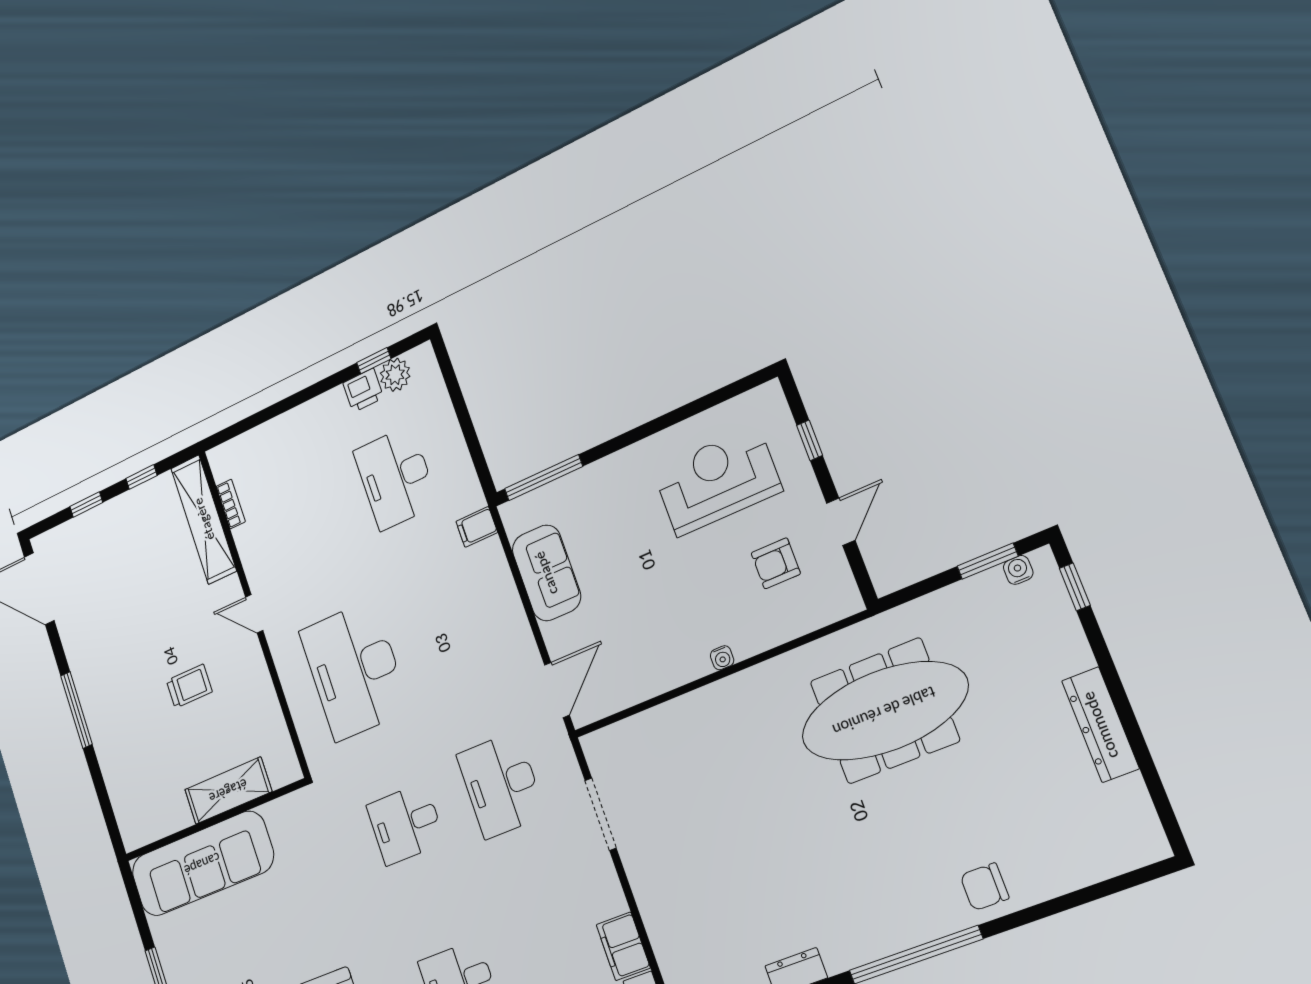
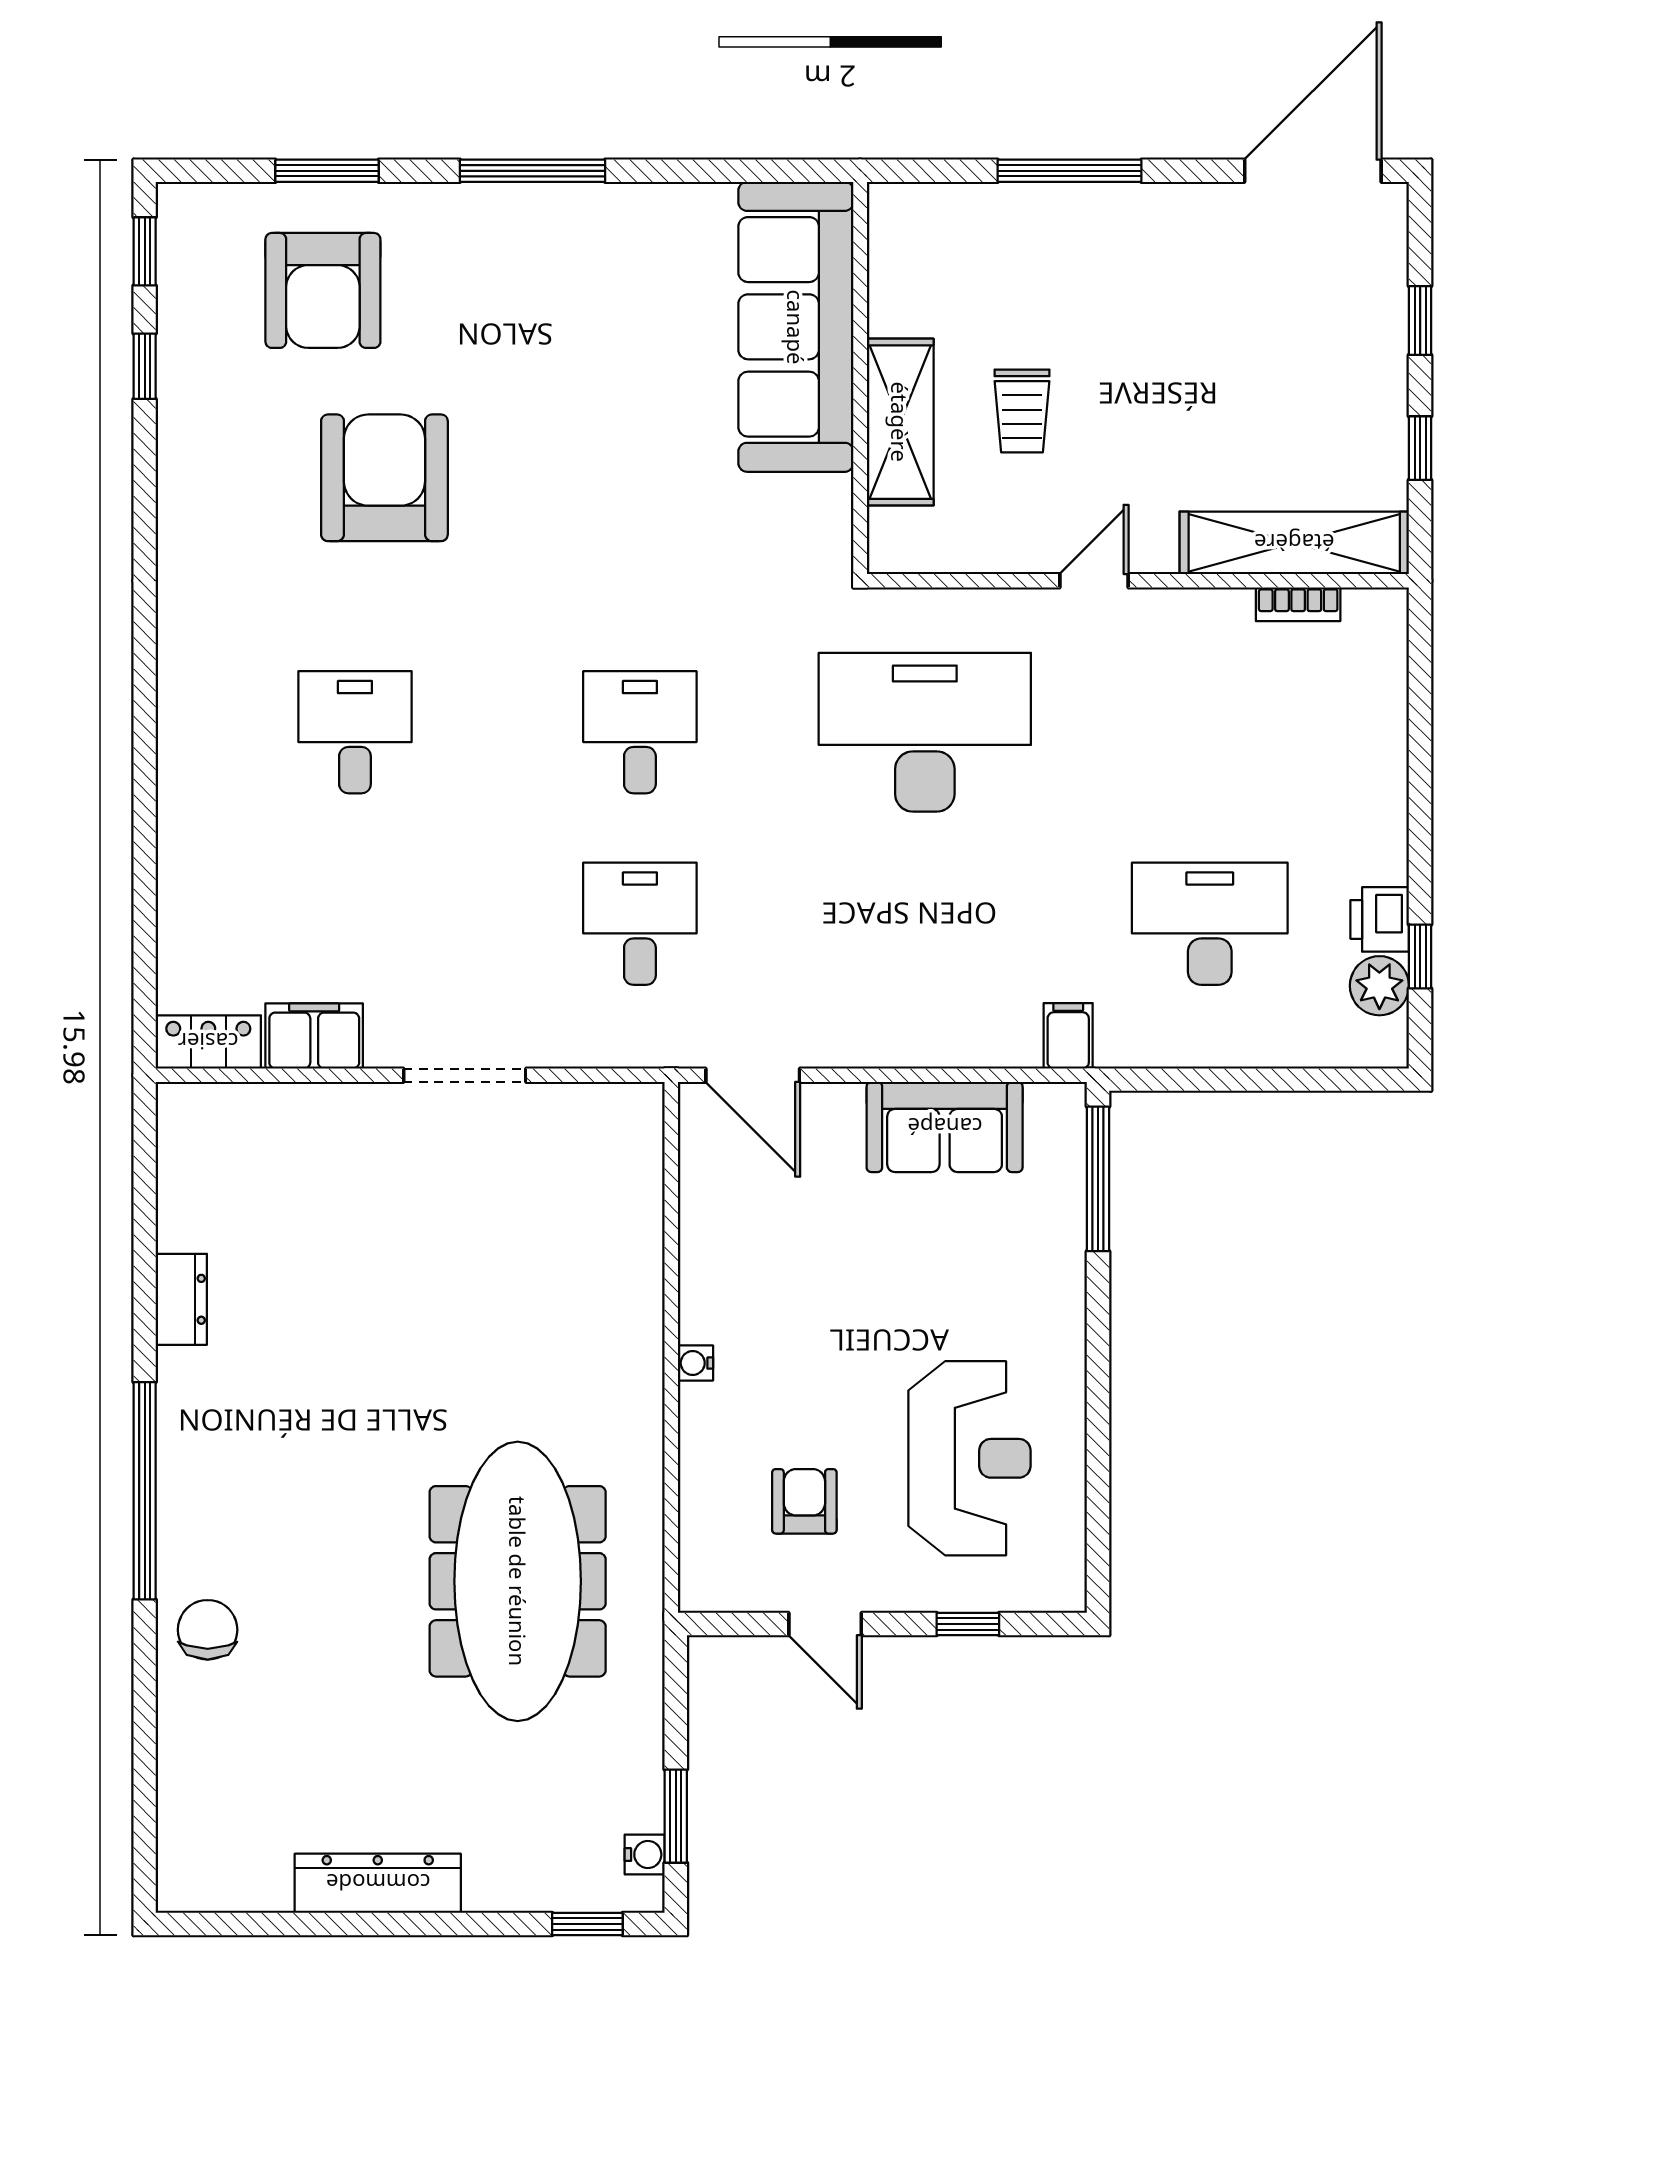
desk: (501, 785) -> (640, 924), width x0.73
shelving: (228, 791) -> (900, 422), moved
doorway: (601, 814) -> (465, 1075), moved
wall: (215, 820) -> (860, 378), moved
sofa: (202, 864) -> (796, 327), moved

